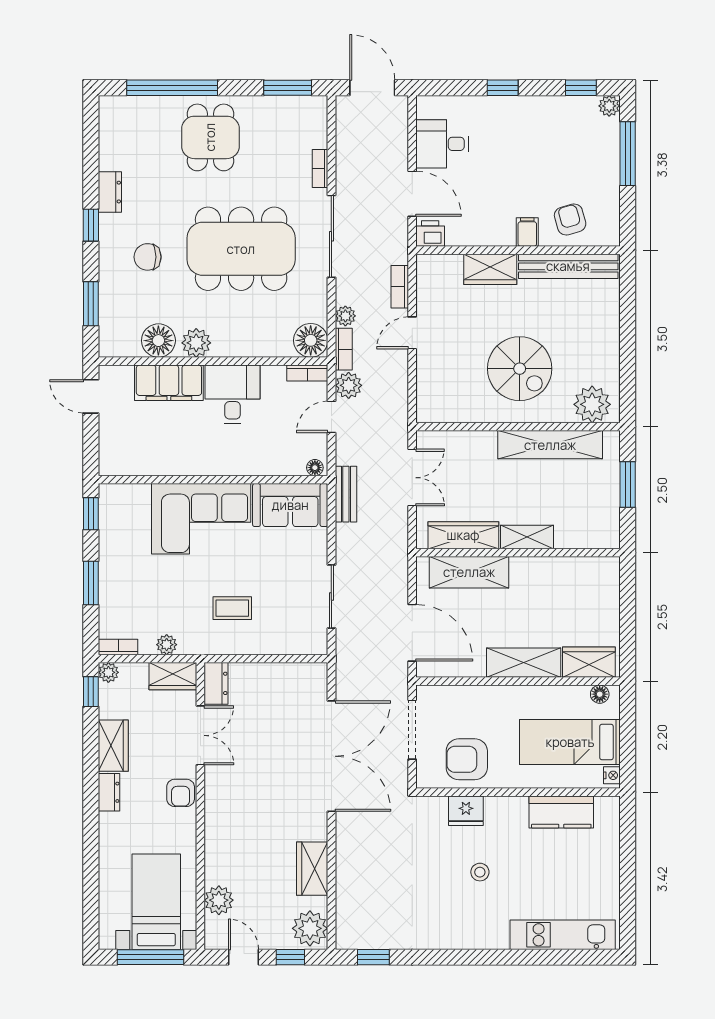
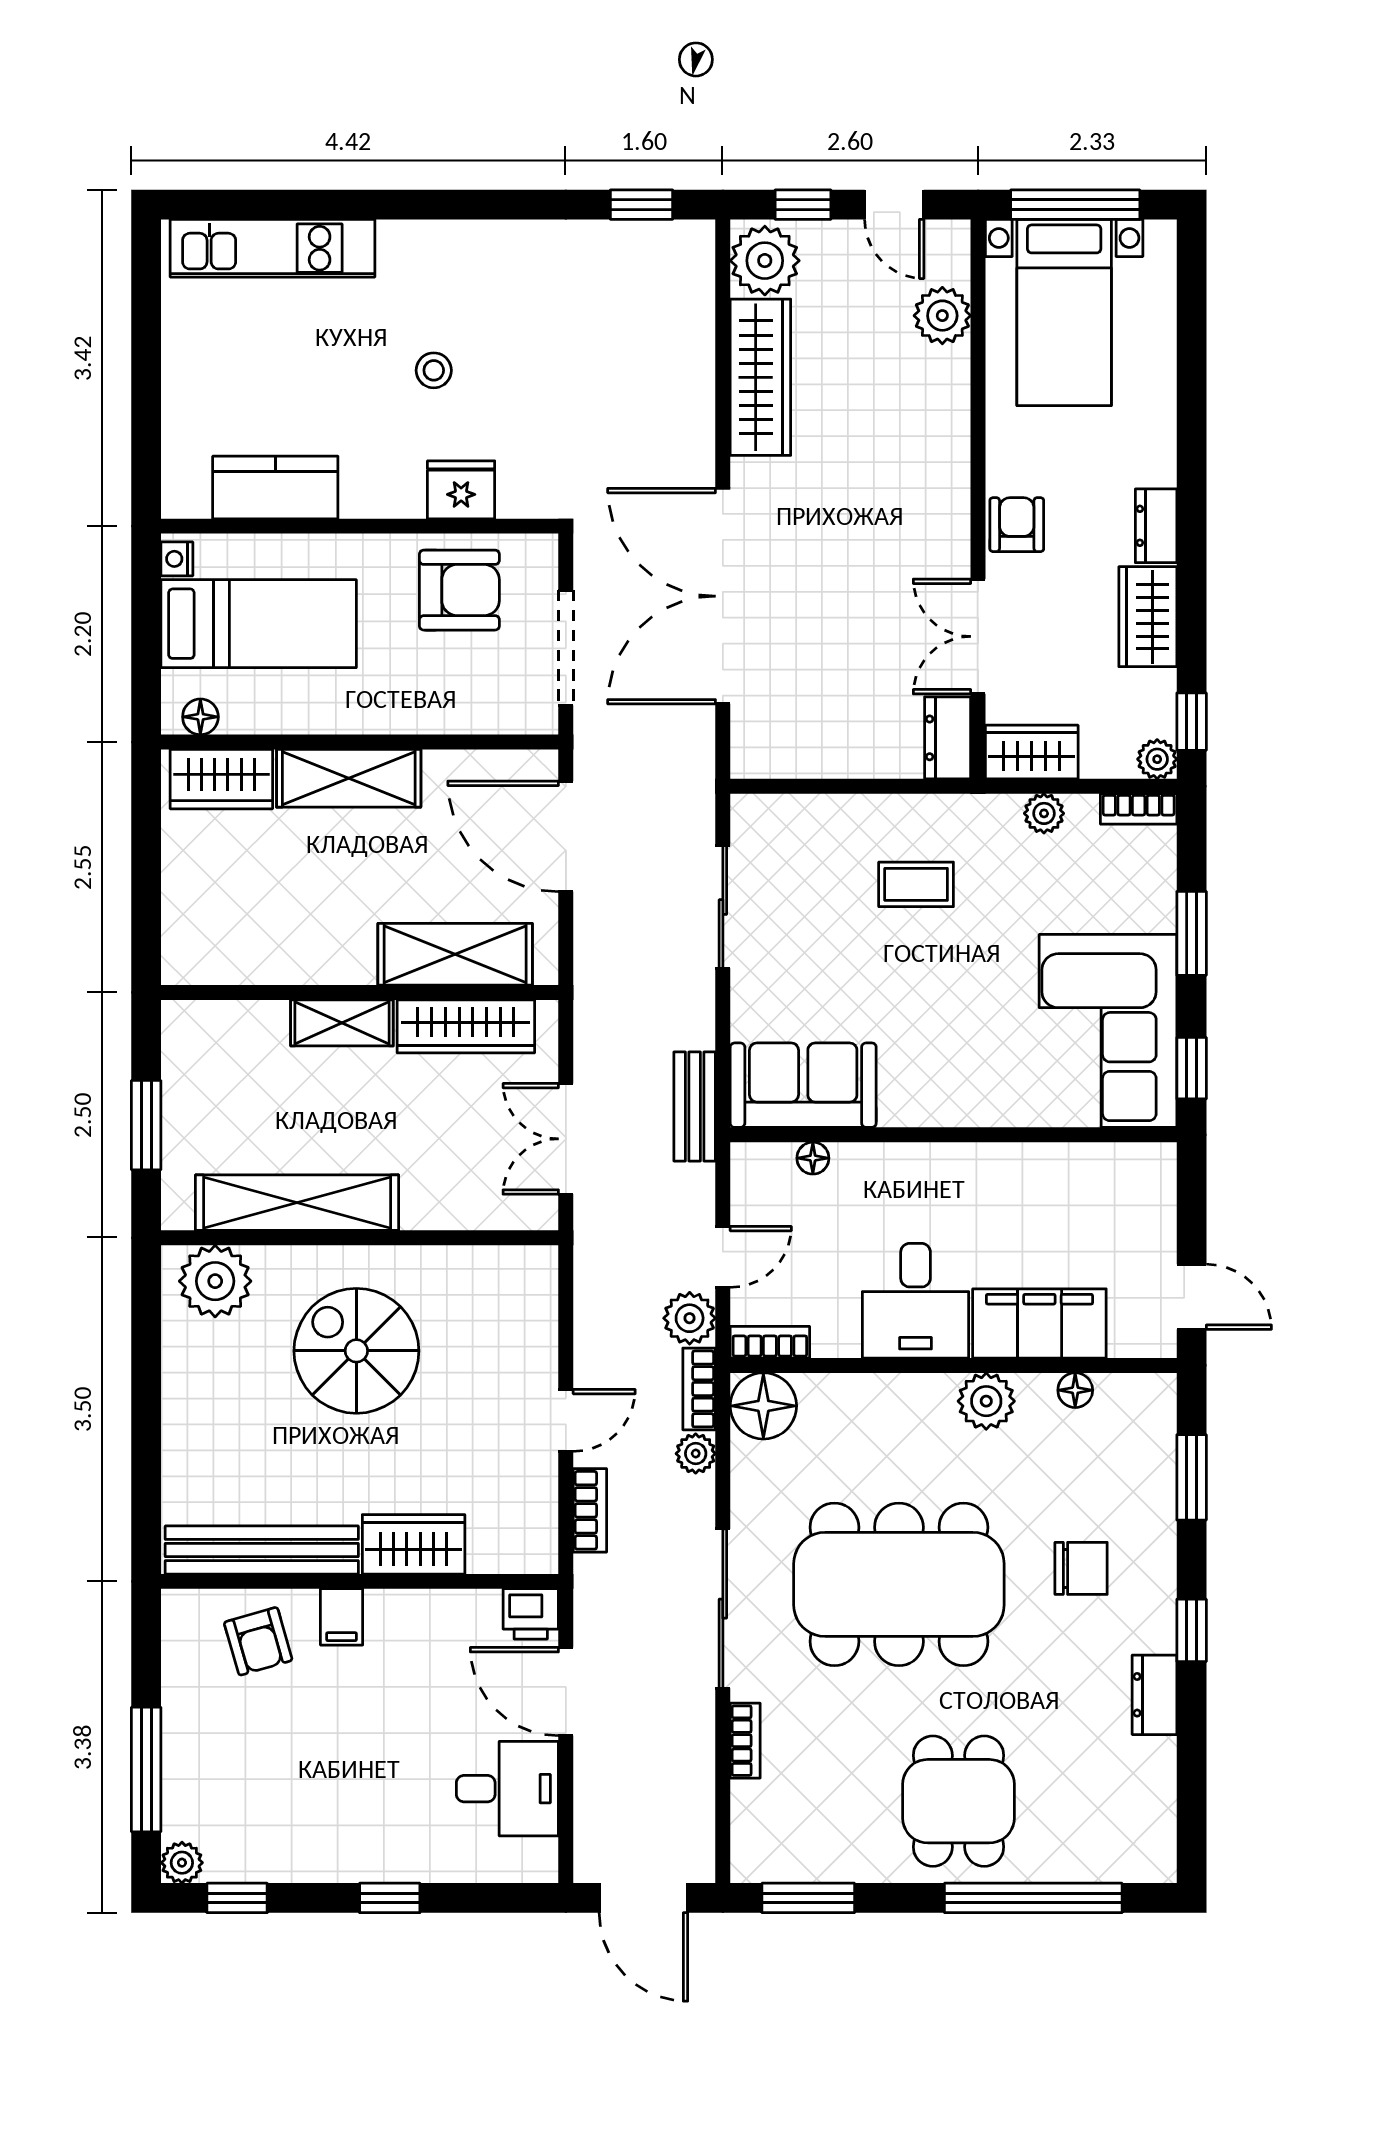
floor lamp: (158, 341) -> (1075, 1390), width x0.53, depth x0.53
floor lamp: (315, 468) -> (813, 1158), moved
corner sofa: (201, 519) -> (1108, 1031), moved, turned -90
wardrobe: (312, 869) -> (760, 377), width x1.50

